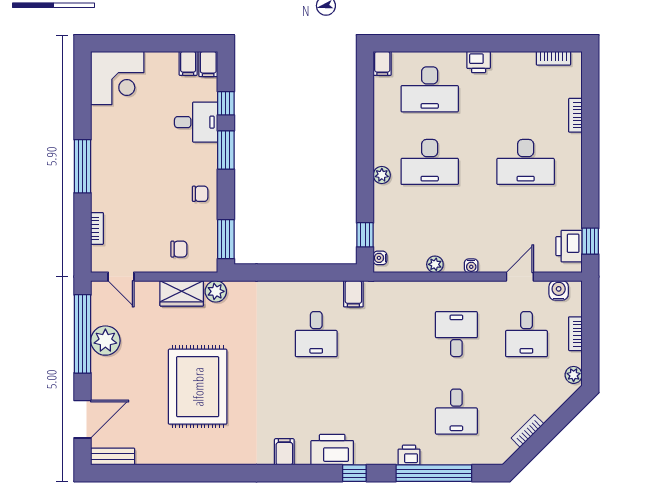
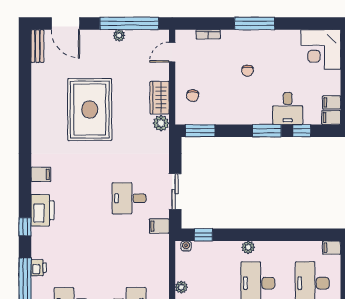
chair: (200, 194) -> (248, 71), moved
sliding door: (307, 273) -> (175, 192), added
plant: (105, 341) -> (119, 35), width x0.53, depth x0.53
rug: (198, 387) -> (90, 110), turned 90

